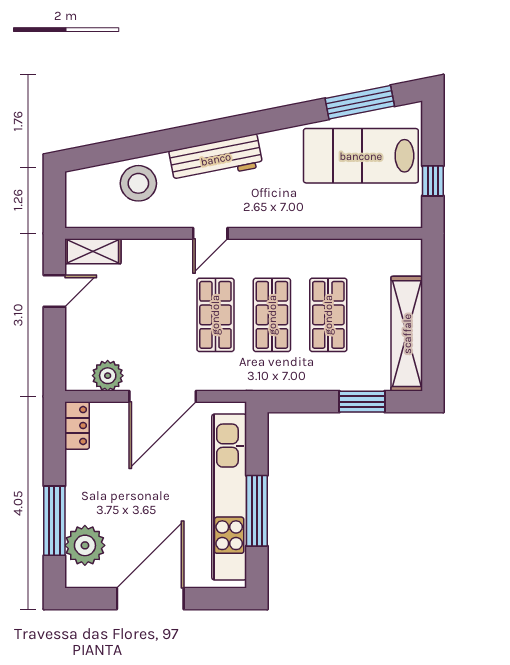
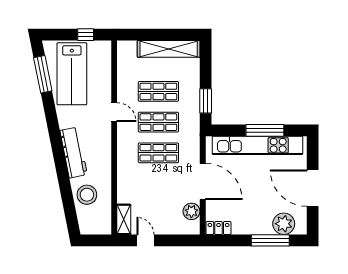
door: (210, 233) -> (114, 112), moved
window: (362, 402) -> (206, 101), moved

